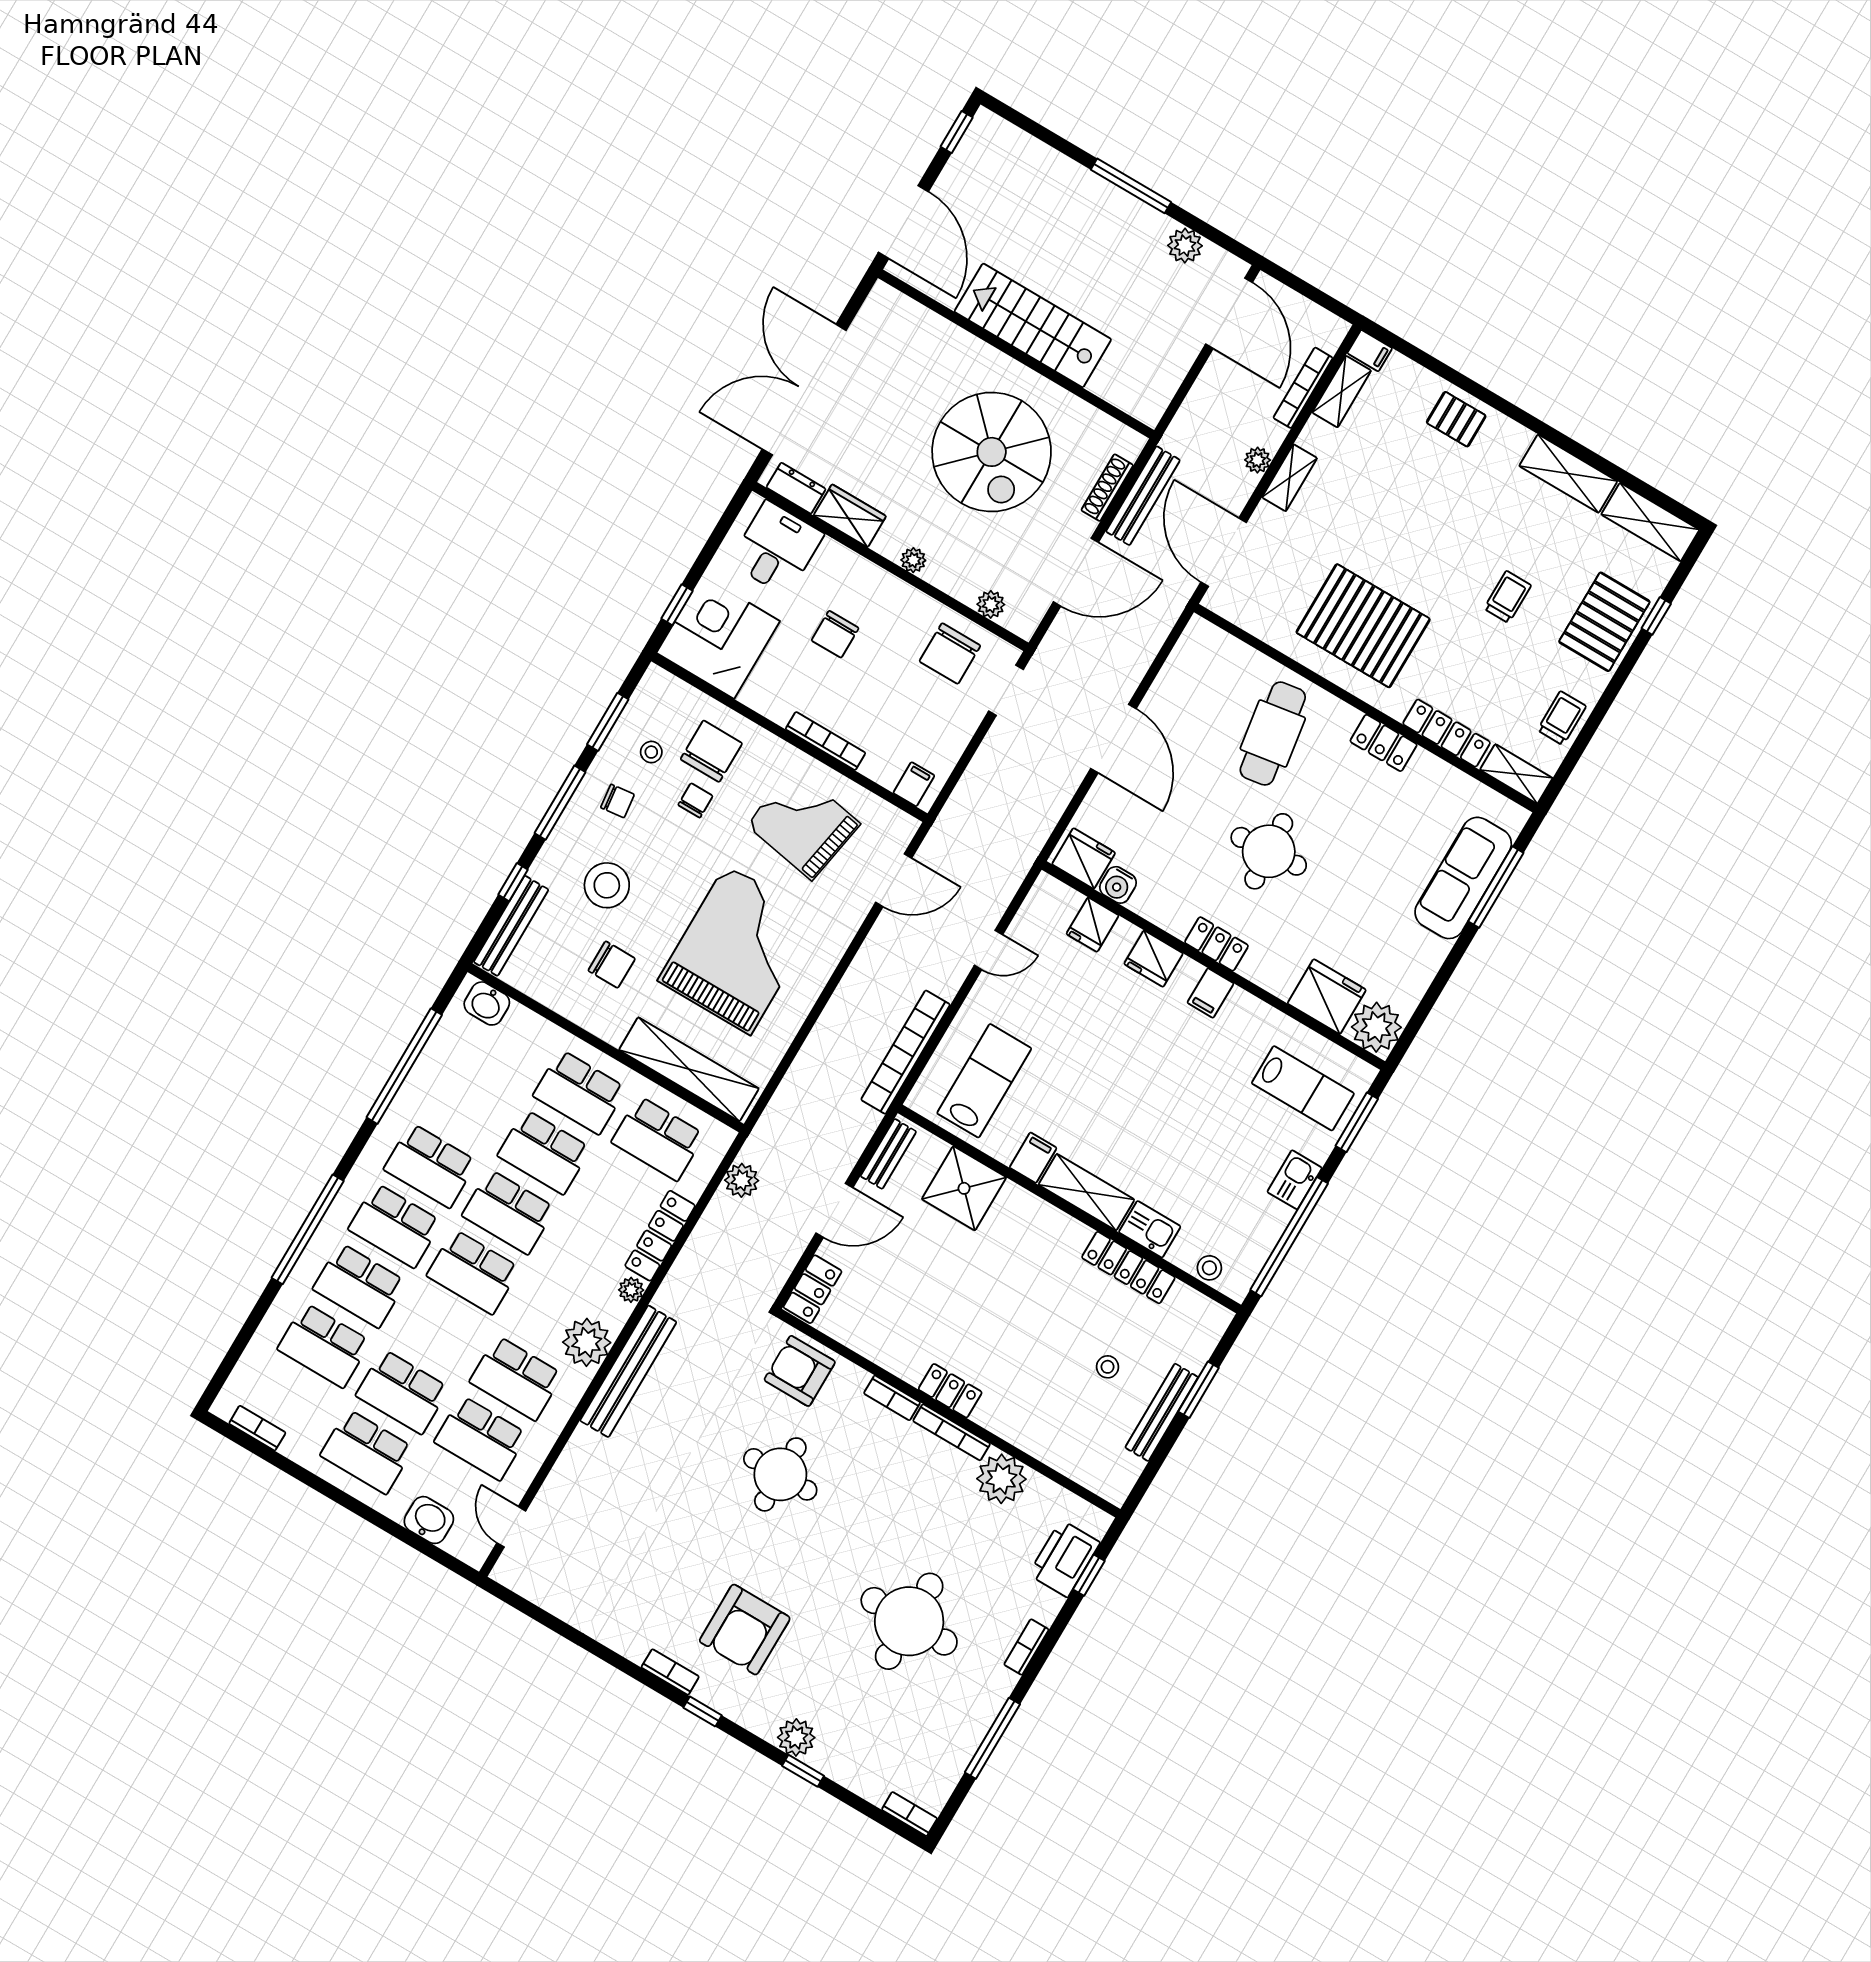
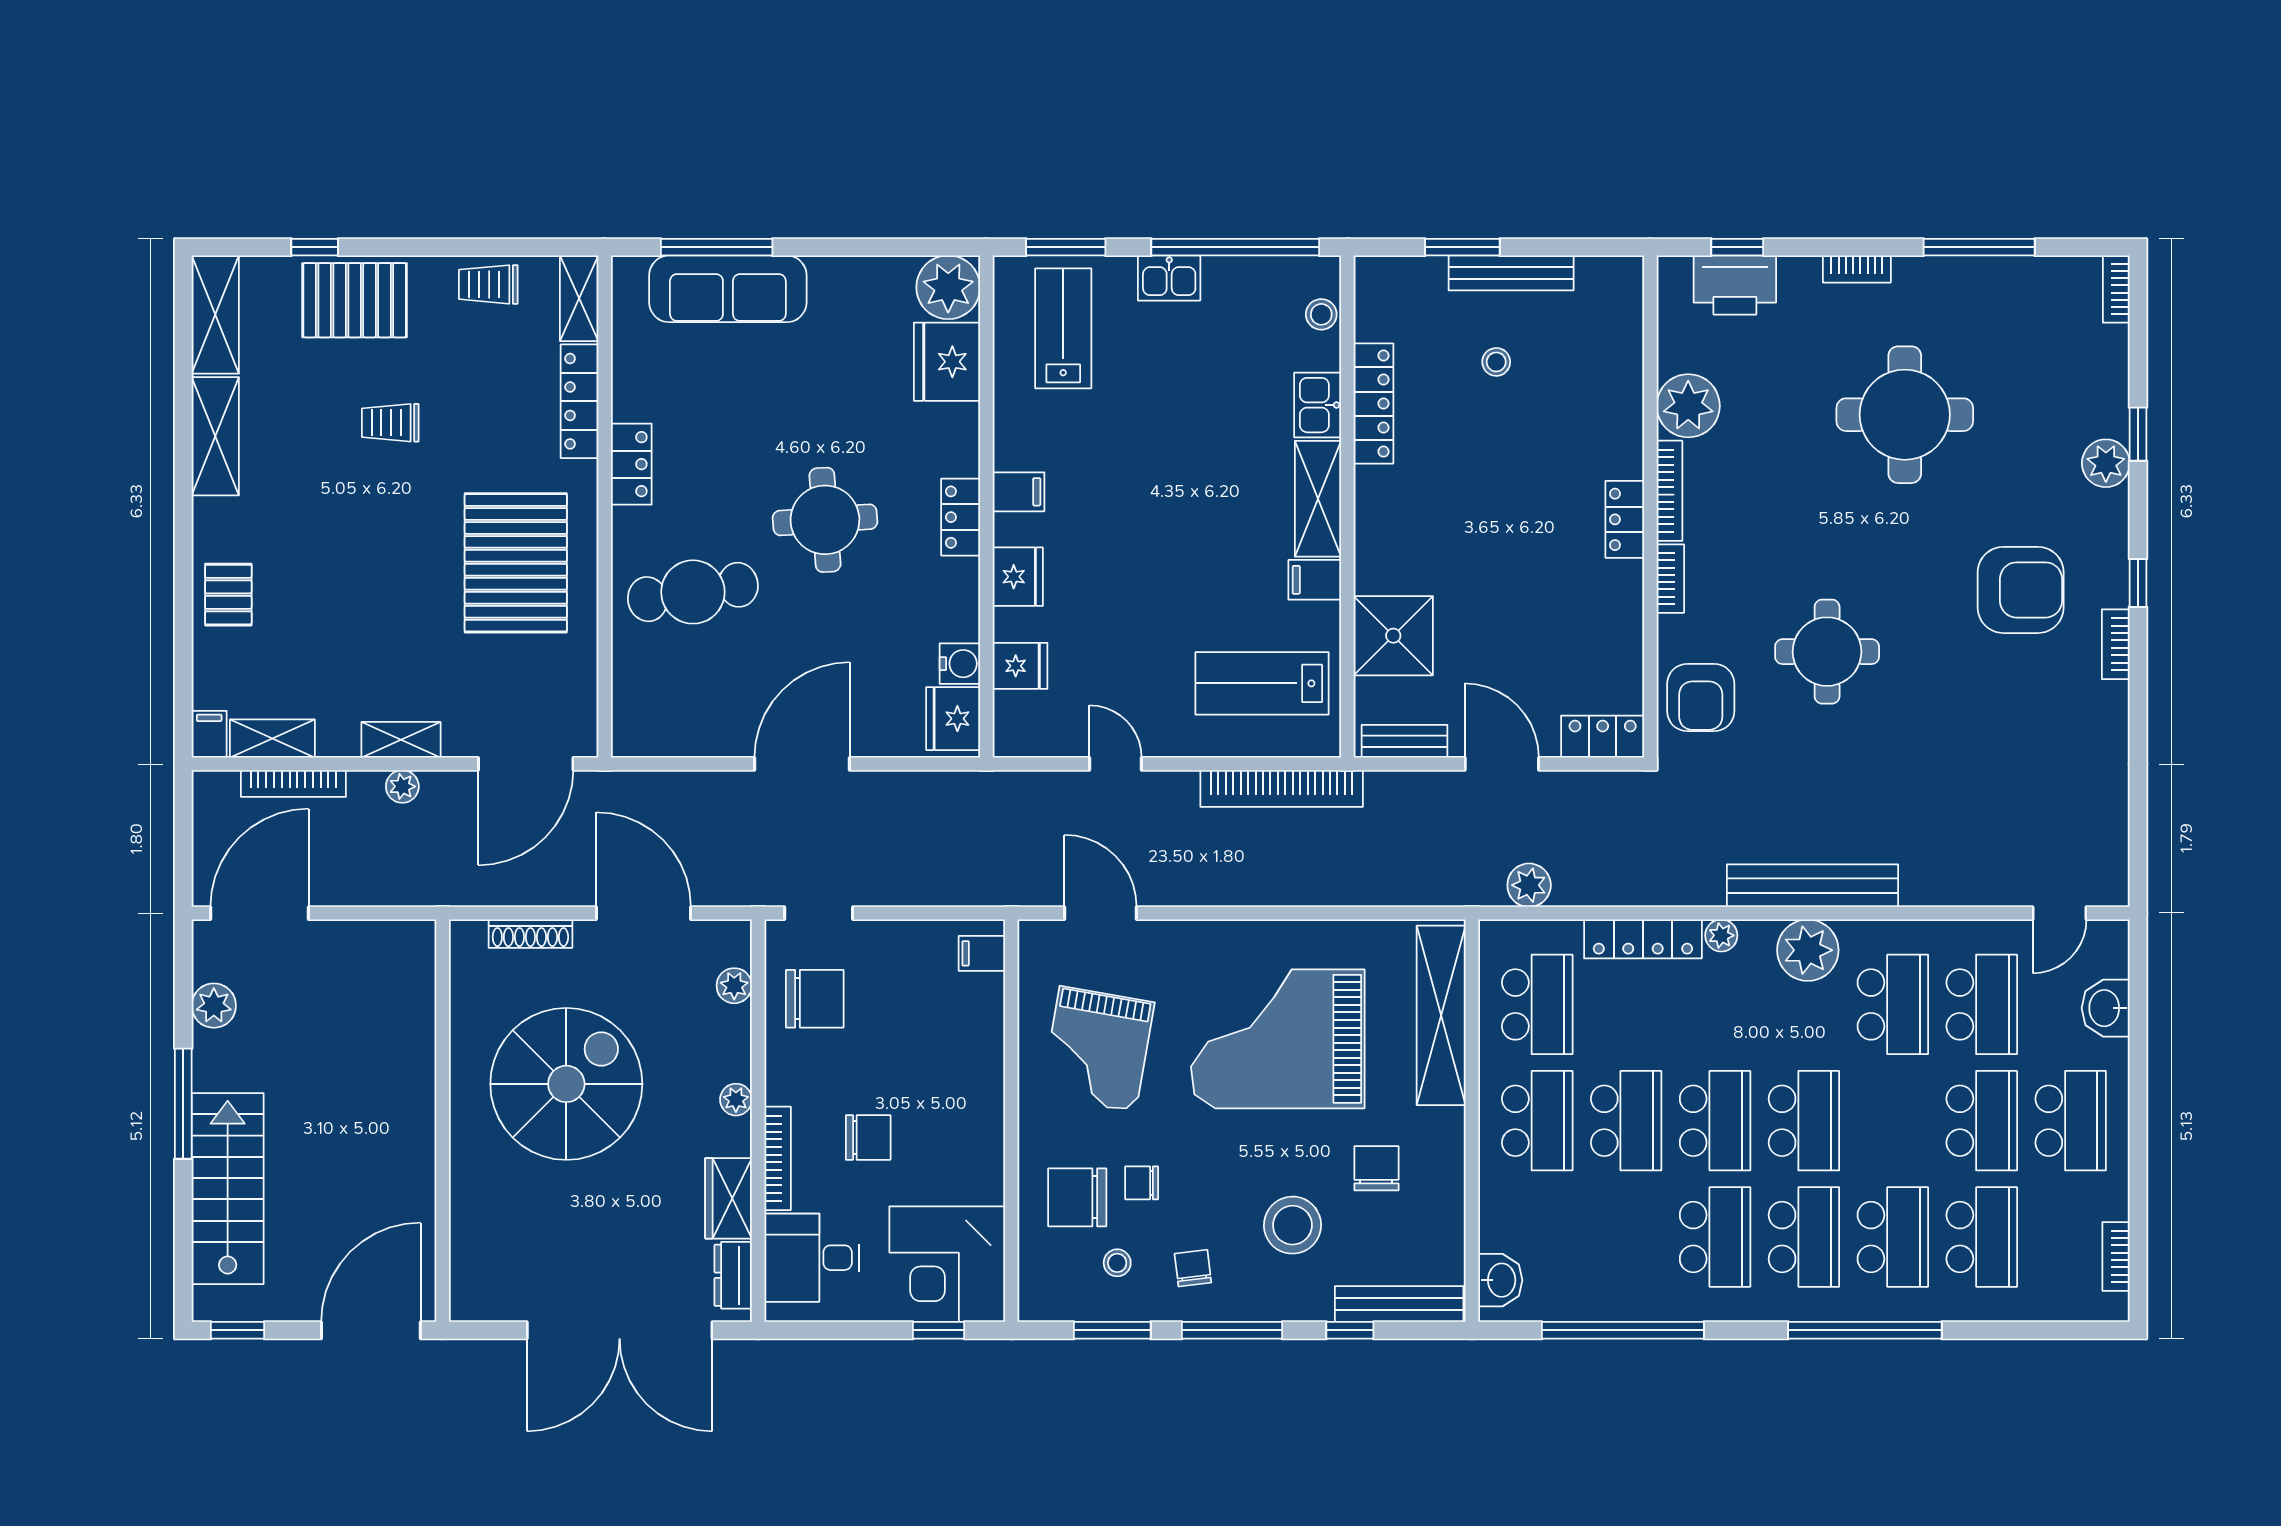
stairs: (1033, 325) -> (228, 1189), moved, turned 180
bench: (1143, 496) -> (516, 889), removed
bookcase: (826, 741) -> (778, 1158), moved, turned 180

